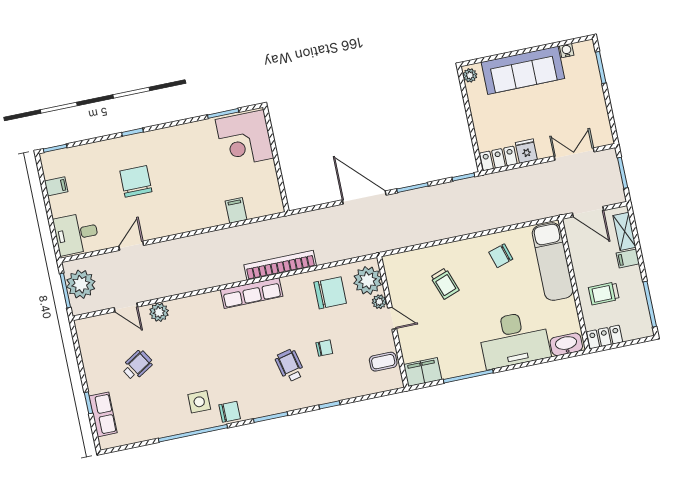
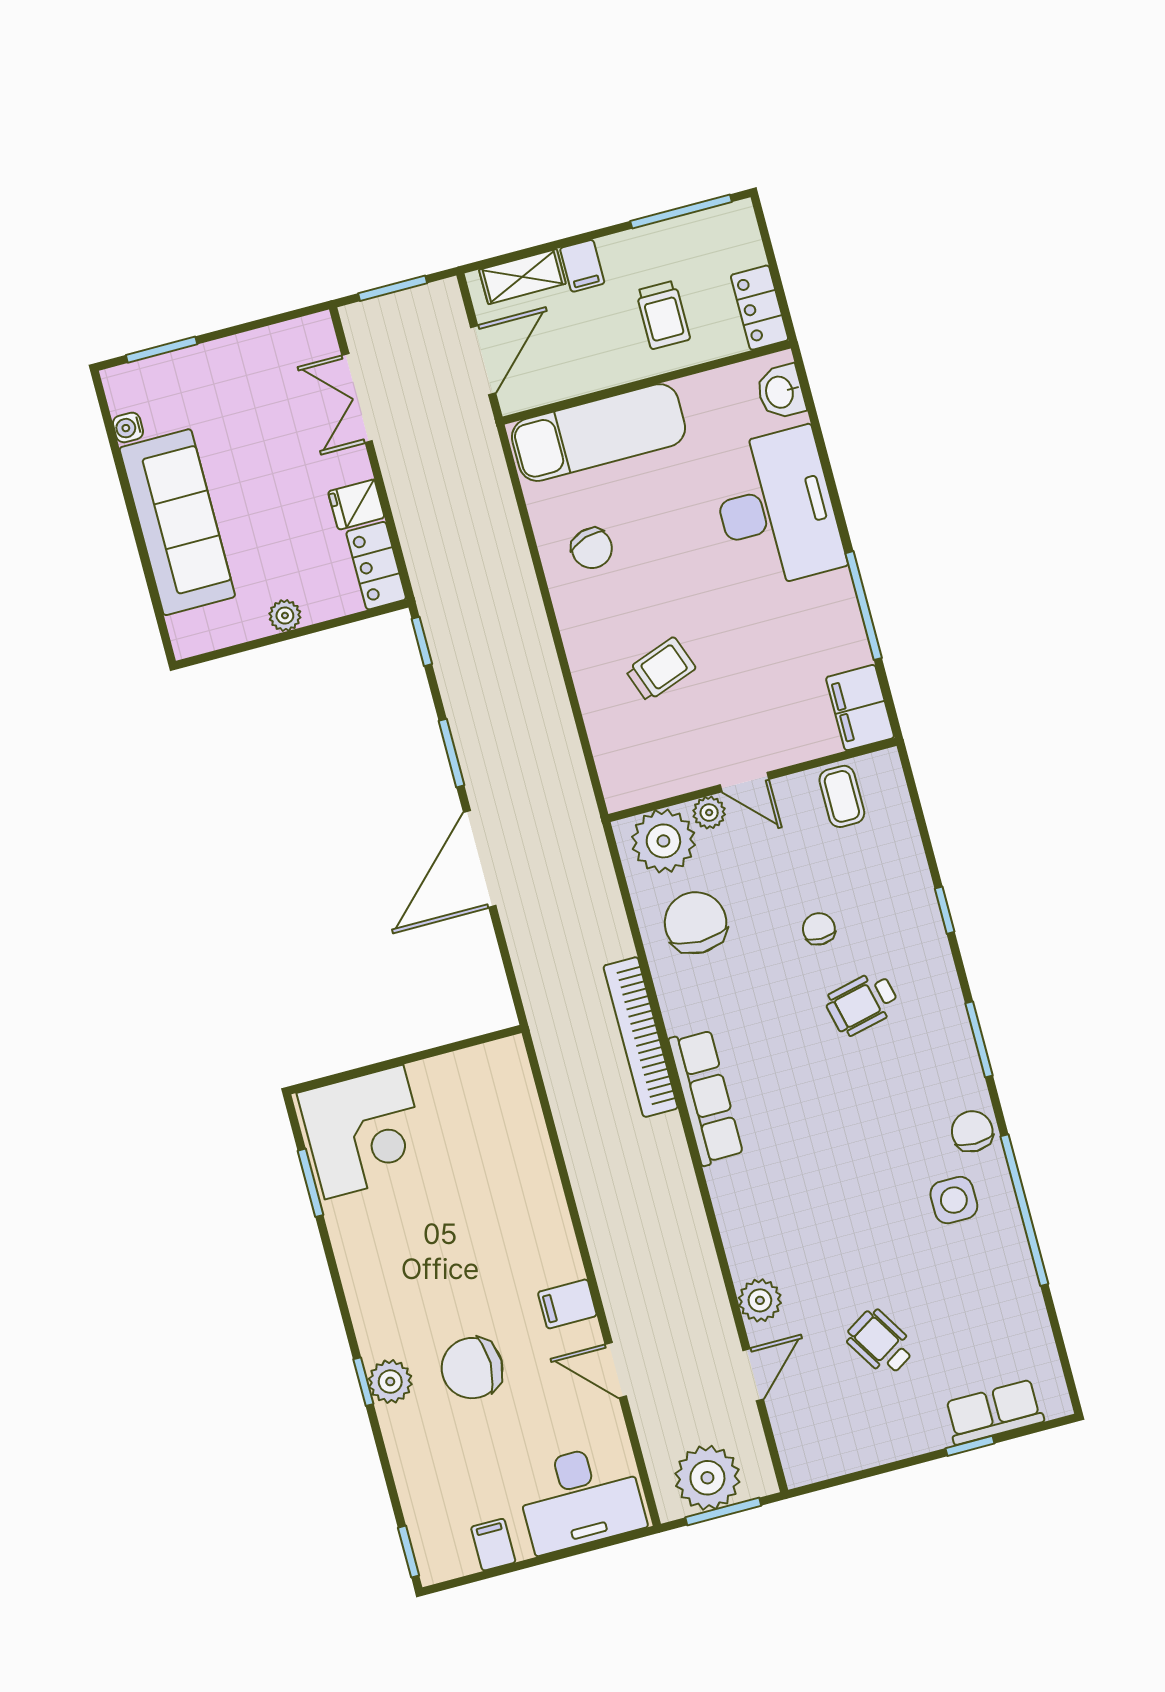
plant: (470, 75) -> (285, 616), moved
plant: (132, 144) -> (390, 1382), added
filing cabinet: (236, 210) -> (567, 1304), moved
desk: (76, 234) -> (580, 1498), width x1.37
door: (392, 318) -> (744, 782), swing flipped
washbasin: (566, 344) -> (781, 392), width x0.72

